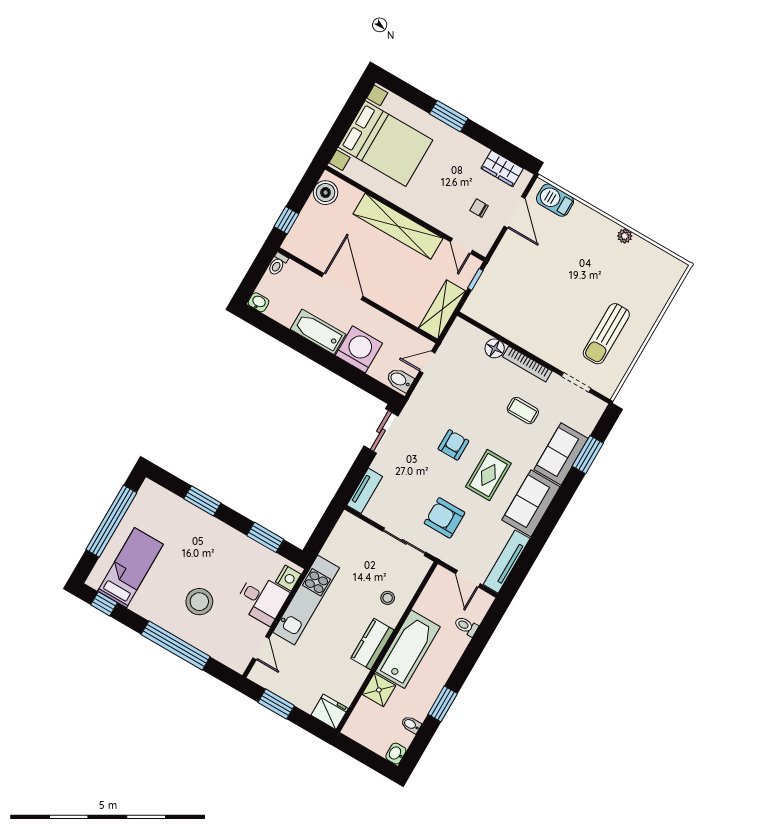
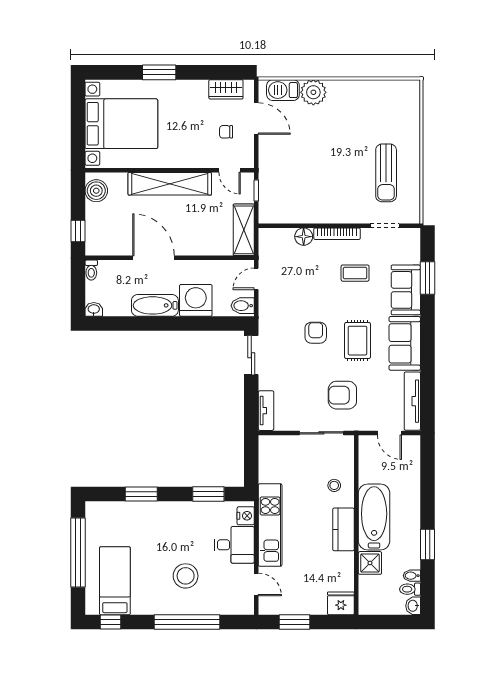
plant: (625, 236) -> (313, 92), moved, width x1.88, depth x1.88
toilet: (466, 626) -> (410, 589), moved

